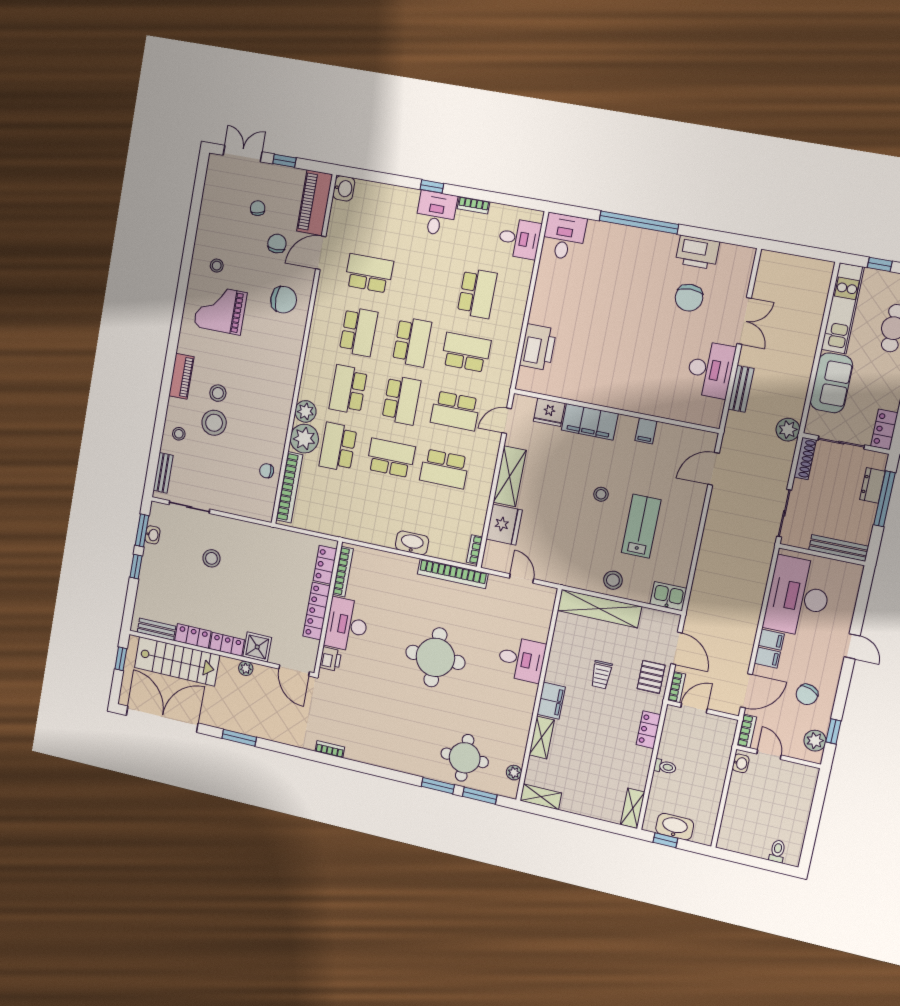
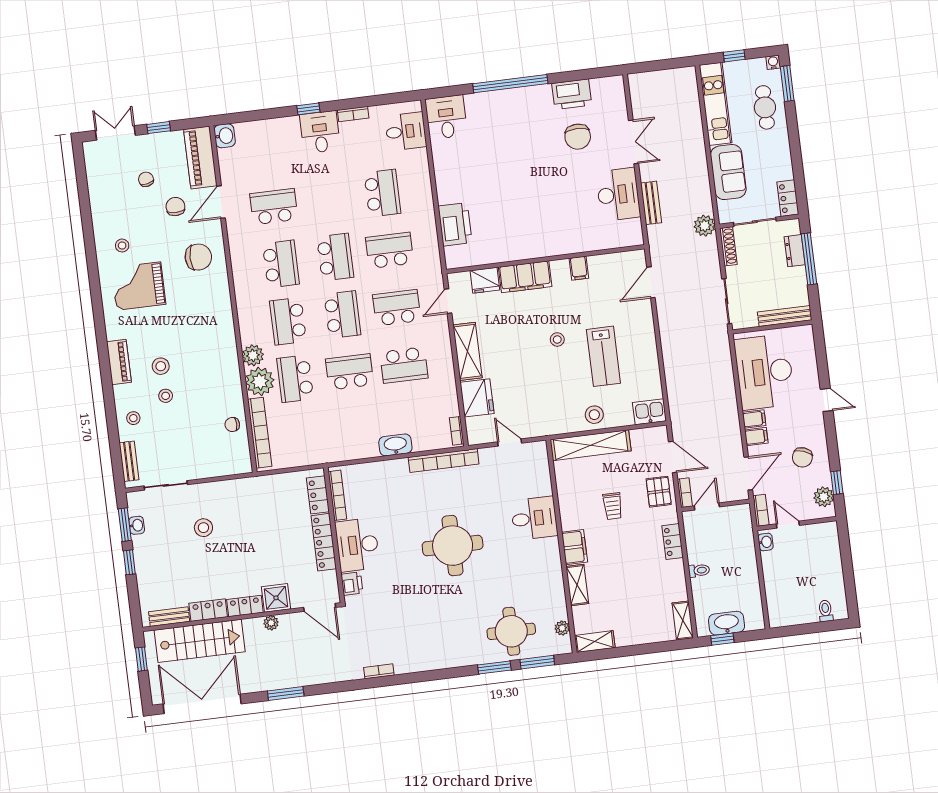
school desk: (455, 411) -> (397, 308), turned 180
stool: (214, 423) -> (166, 396), width x0.53, depth x0.53
lab bench: (641, 526) -> (603, 356), turned 180

